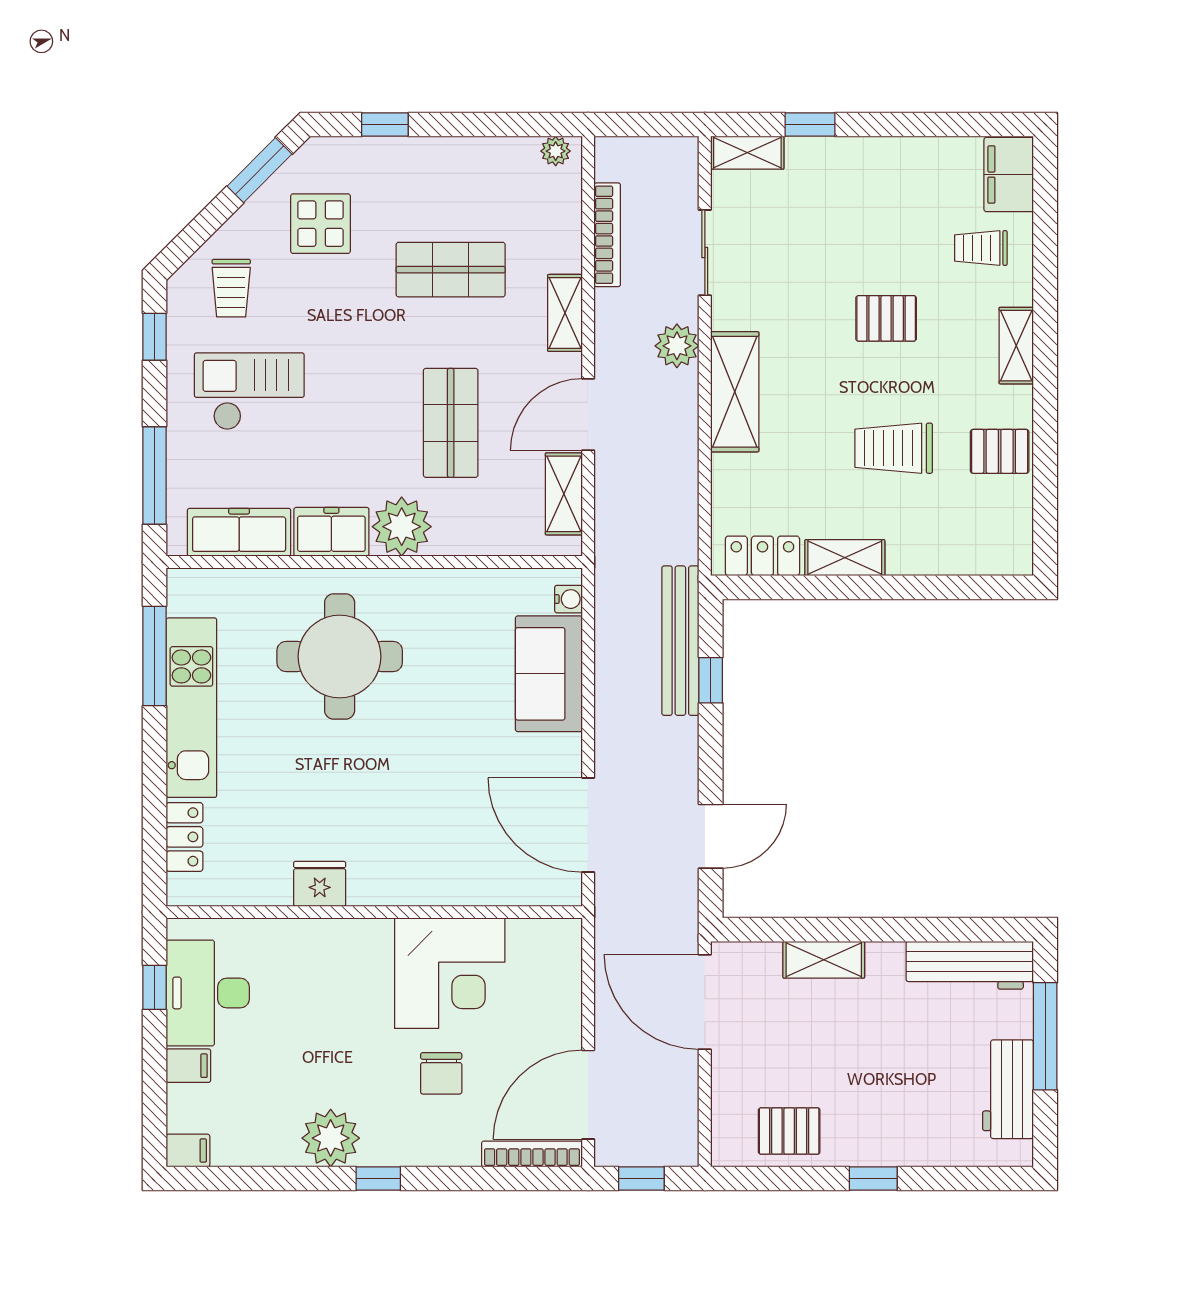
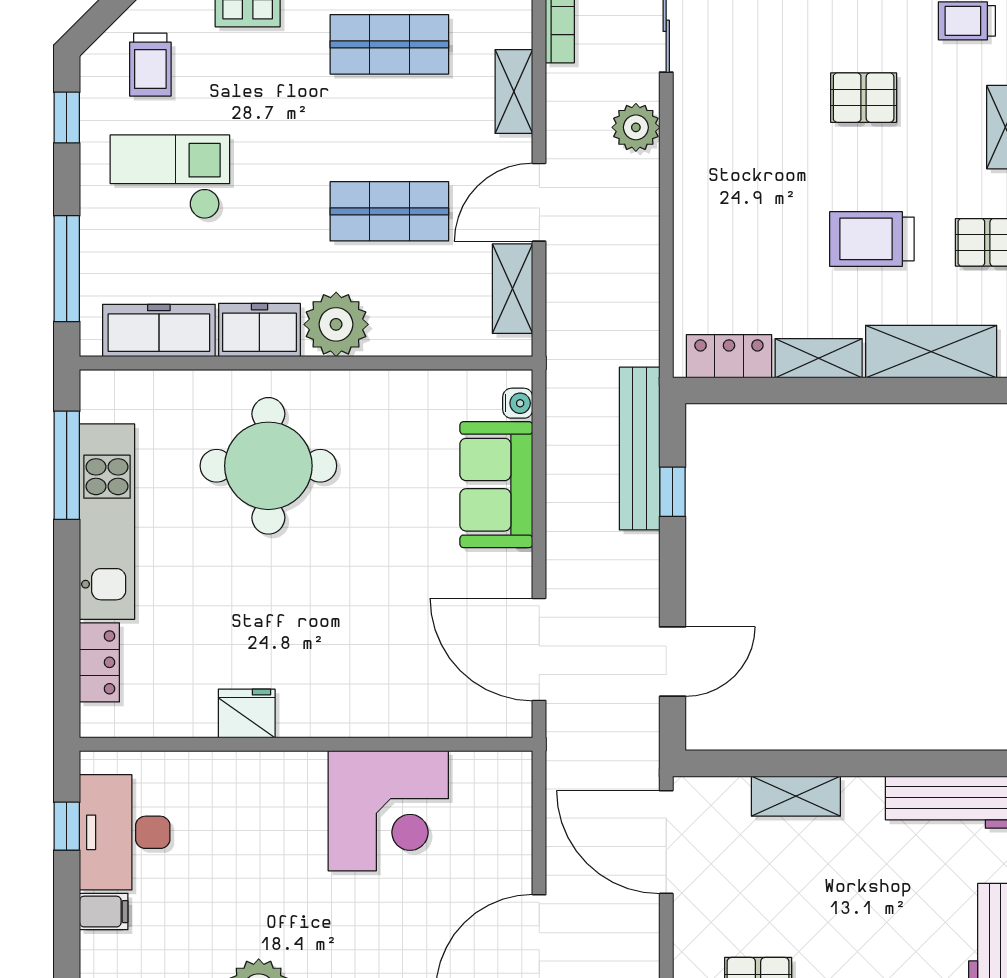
shelving: (735, 392) -> (931, 352), moved, turned 90
shop shelf: (451, 423) -> (389, 211), turned 90
chair: (441, 1073) -> (379, 920), removed

